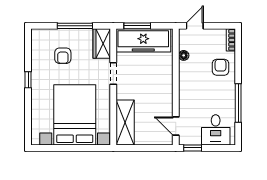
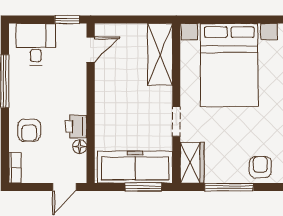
armchair: (63, 56) -> (260, 167), moved
printer: (186, 70) -> (76, 126), added
door: (176, 126) -> (91, 50), hinge flipped

